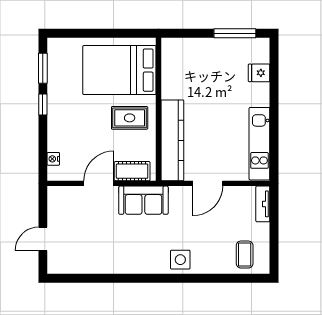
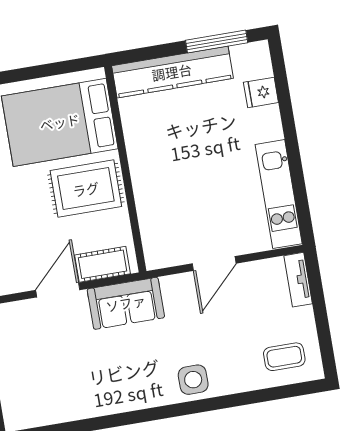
rug: (130, 118) -> (86, 189), width x1.36, depth x1.43
kitchen counter: (172, 140) -> (172, 72), moved, turned 90
coffee table: (245, 255) -> (284, 357), turned 90

